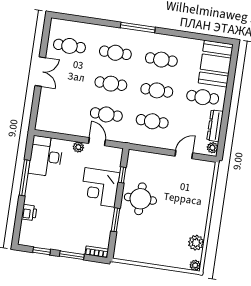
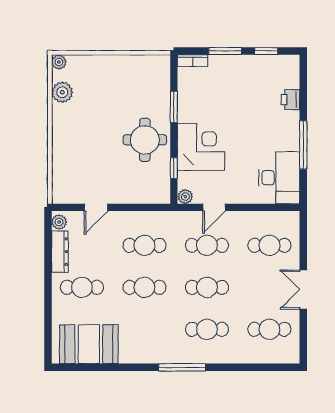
cafe table: (161, 60) -> (269, 245), moved
booth: (216, 64) -> (89, 344), moved, turned 90
door: (97, 142) -> (214, 207), hinge flipped
plant: (78, 147) -> (185, 197), moved

